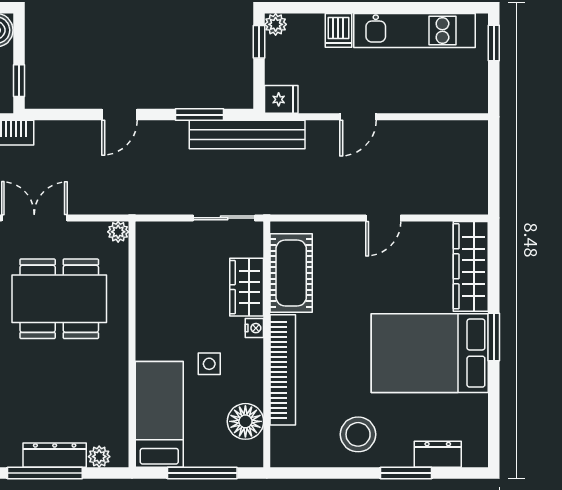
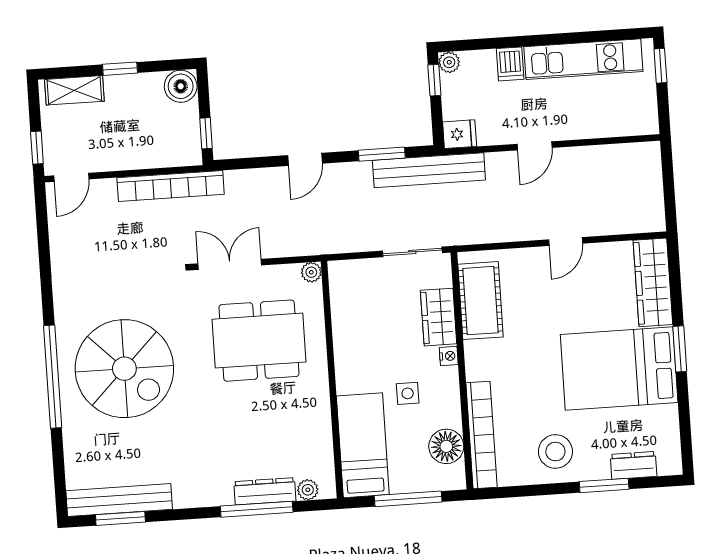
bookcase: (283, 370) -> (482, 435), moved

